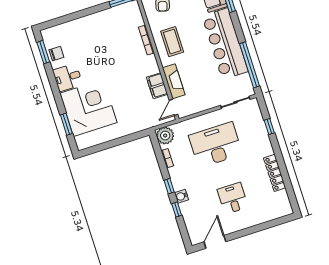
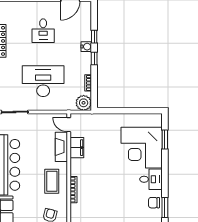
door: (174, 107) -> (69, 125), swing flipped
desk: (216, 145) -> (43, 81), turned 180

